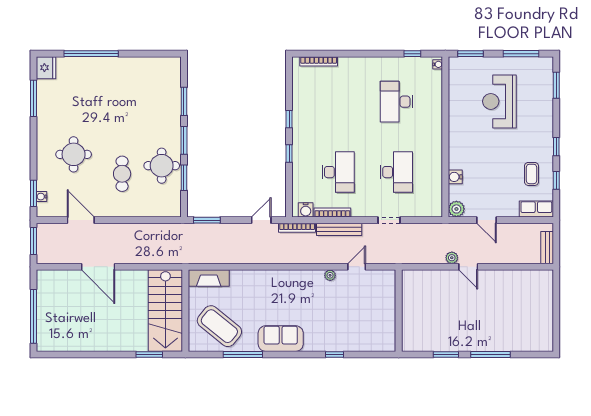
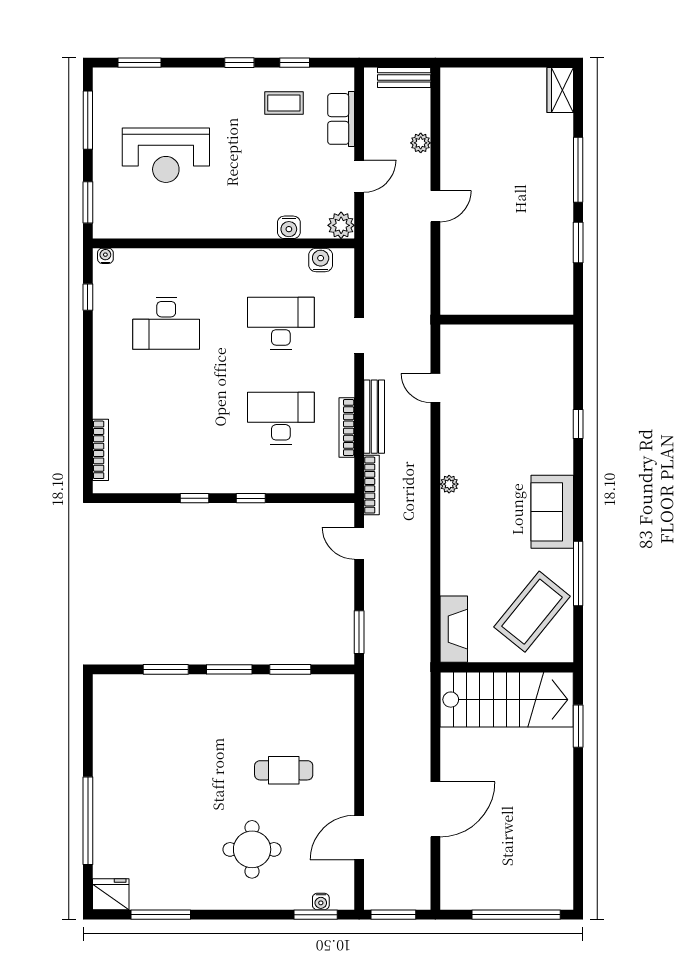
round table: (162, 166) -> (271, 706), removed
row of seats: (536, 209) -> (341, 119), moved
water cooler: (306, 210) -> (321, 260), moved, turned -90
plant: (452, 258) -> (421, 143), moved
plant: (330, 275) -> (449, 484), moved
wardrobe: (539, 343) -> (560, 90), added

